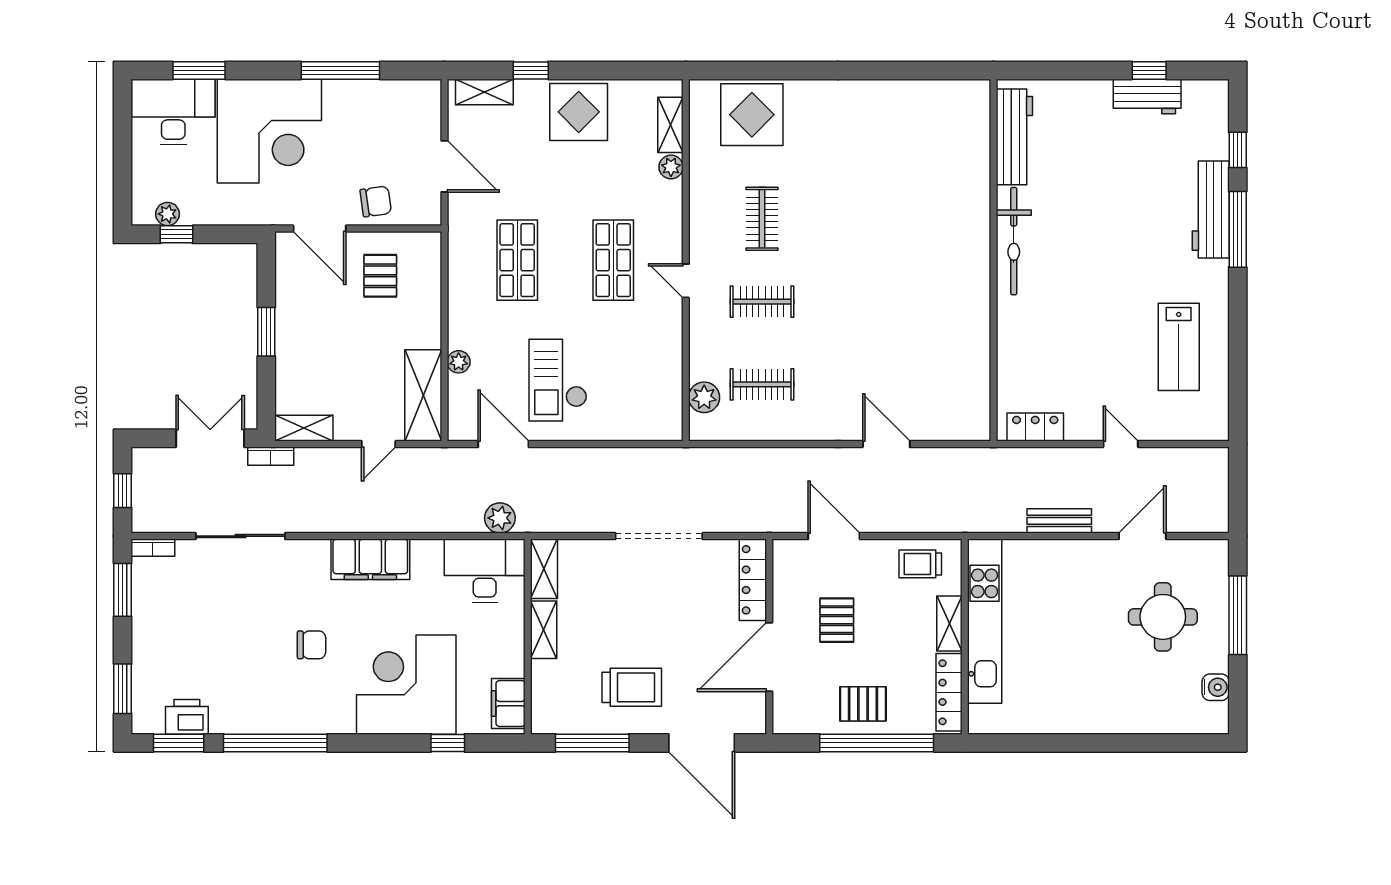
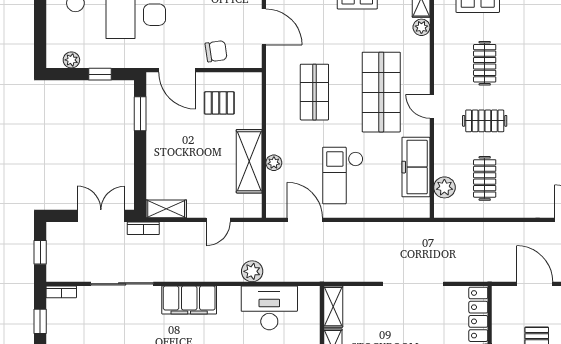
window: (177, 234) -> (100, 74), moved
shop shelf: (613, 260) -> (381, 92), width x1.43, depth x1.36
pallet: (380, 276) -> (219, 103), turned 90
window: (266, 332) -> (140, 114), moved
freezer: (663, 368) -> (416, 167), added
clothes rail: (762, 384) -> (485, 178), turned 90
shelving: (423, 395) -> (249, 161), moved
plant: (500, 518) -> (252, 271), moved
filing cabinet: (370, 559) -> (189, 300), moved
desk: (485, 571) -> (269, 308), moved
window: (123, 590) -> (40, 321), width x0.67

